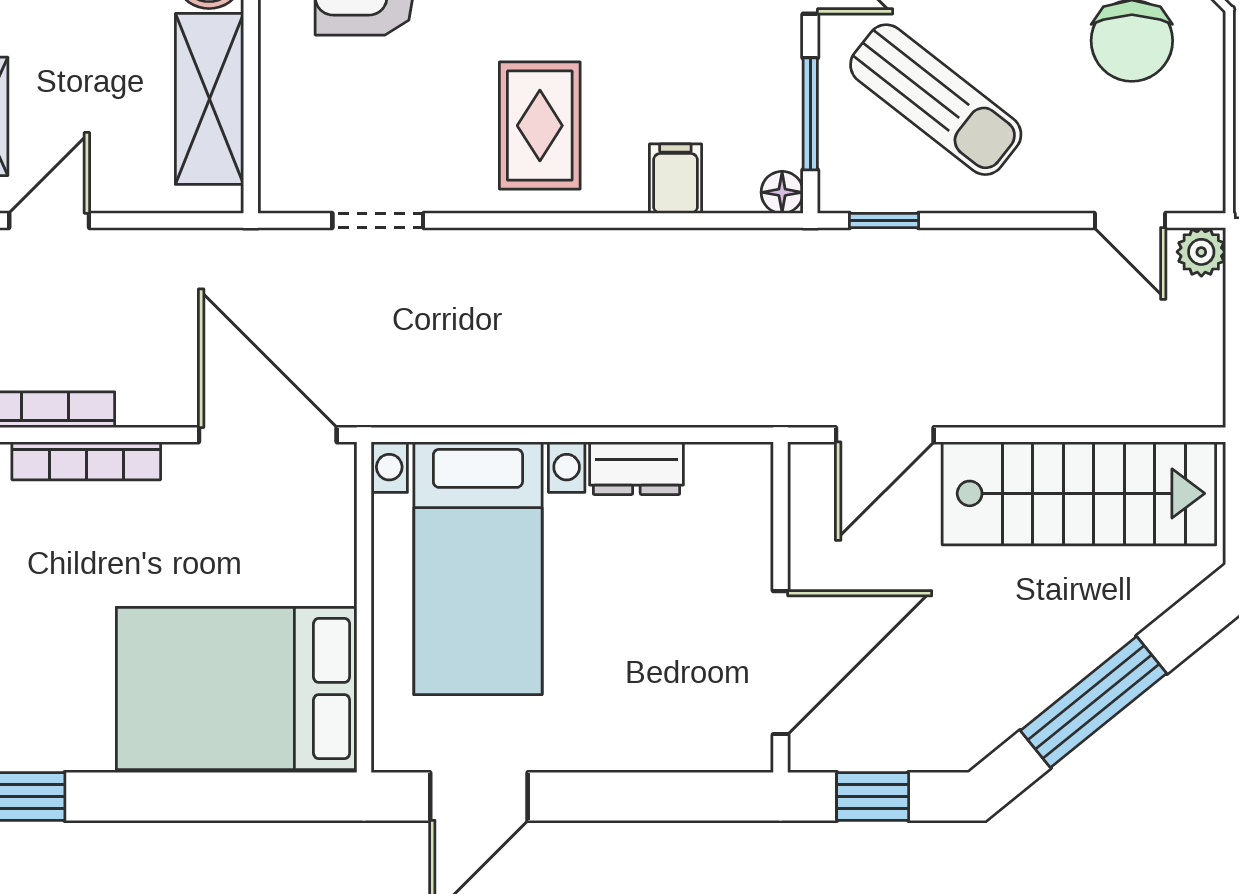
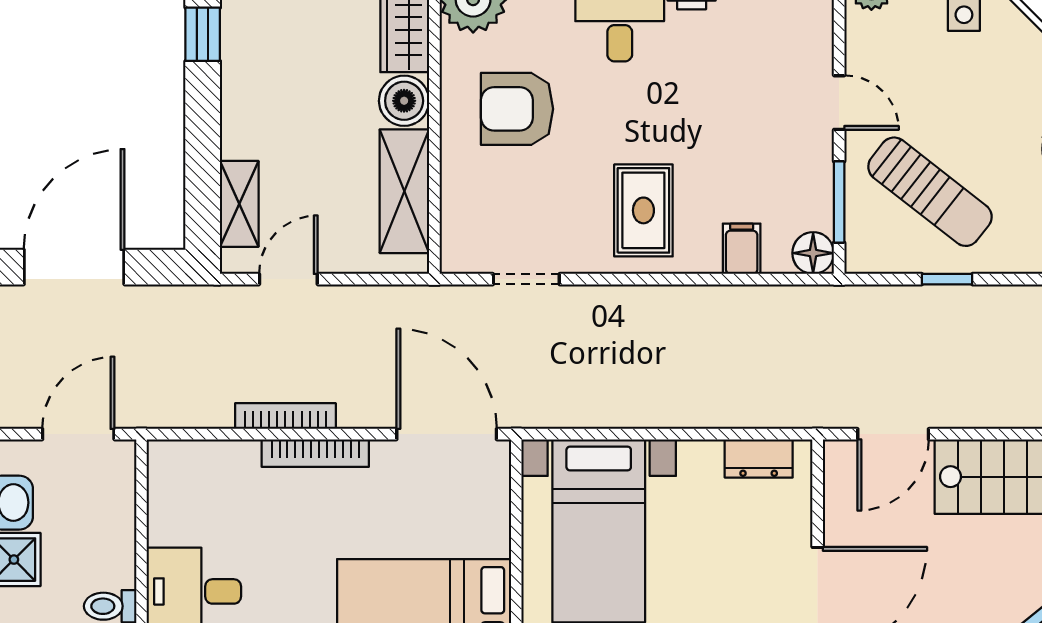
floor lamp: (782, 192) -> (813, 253), width x1.37, depth x1.37
window: (884, 220) -> (947, 279), moved
dresser: (636, 468) -> (759, 458), moved

